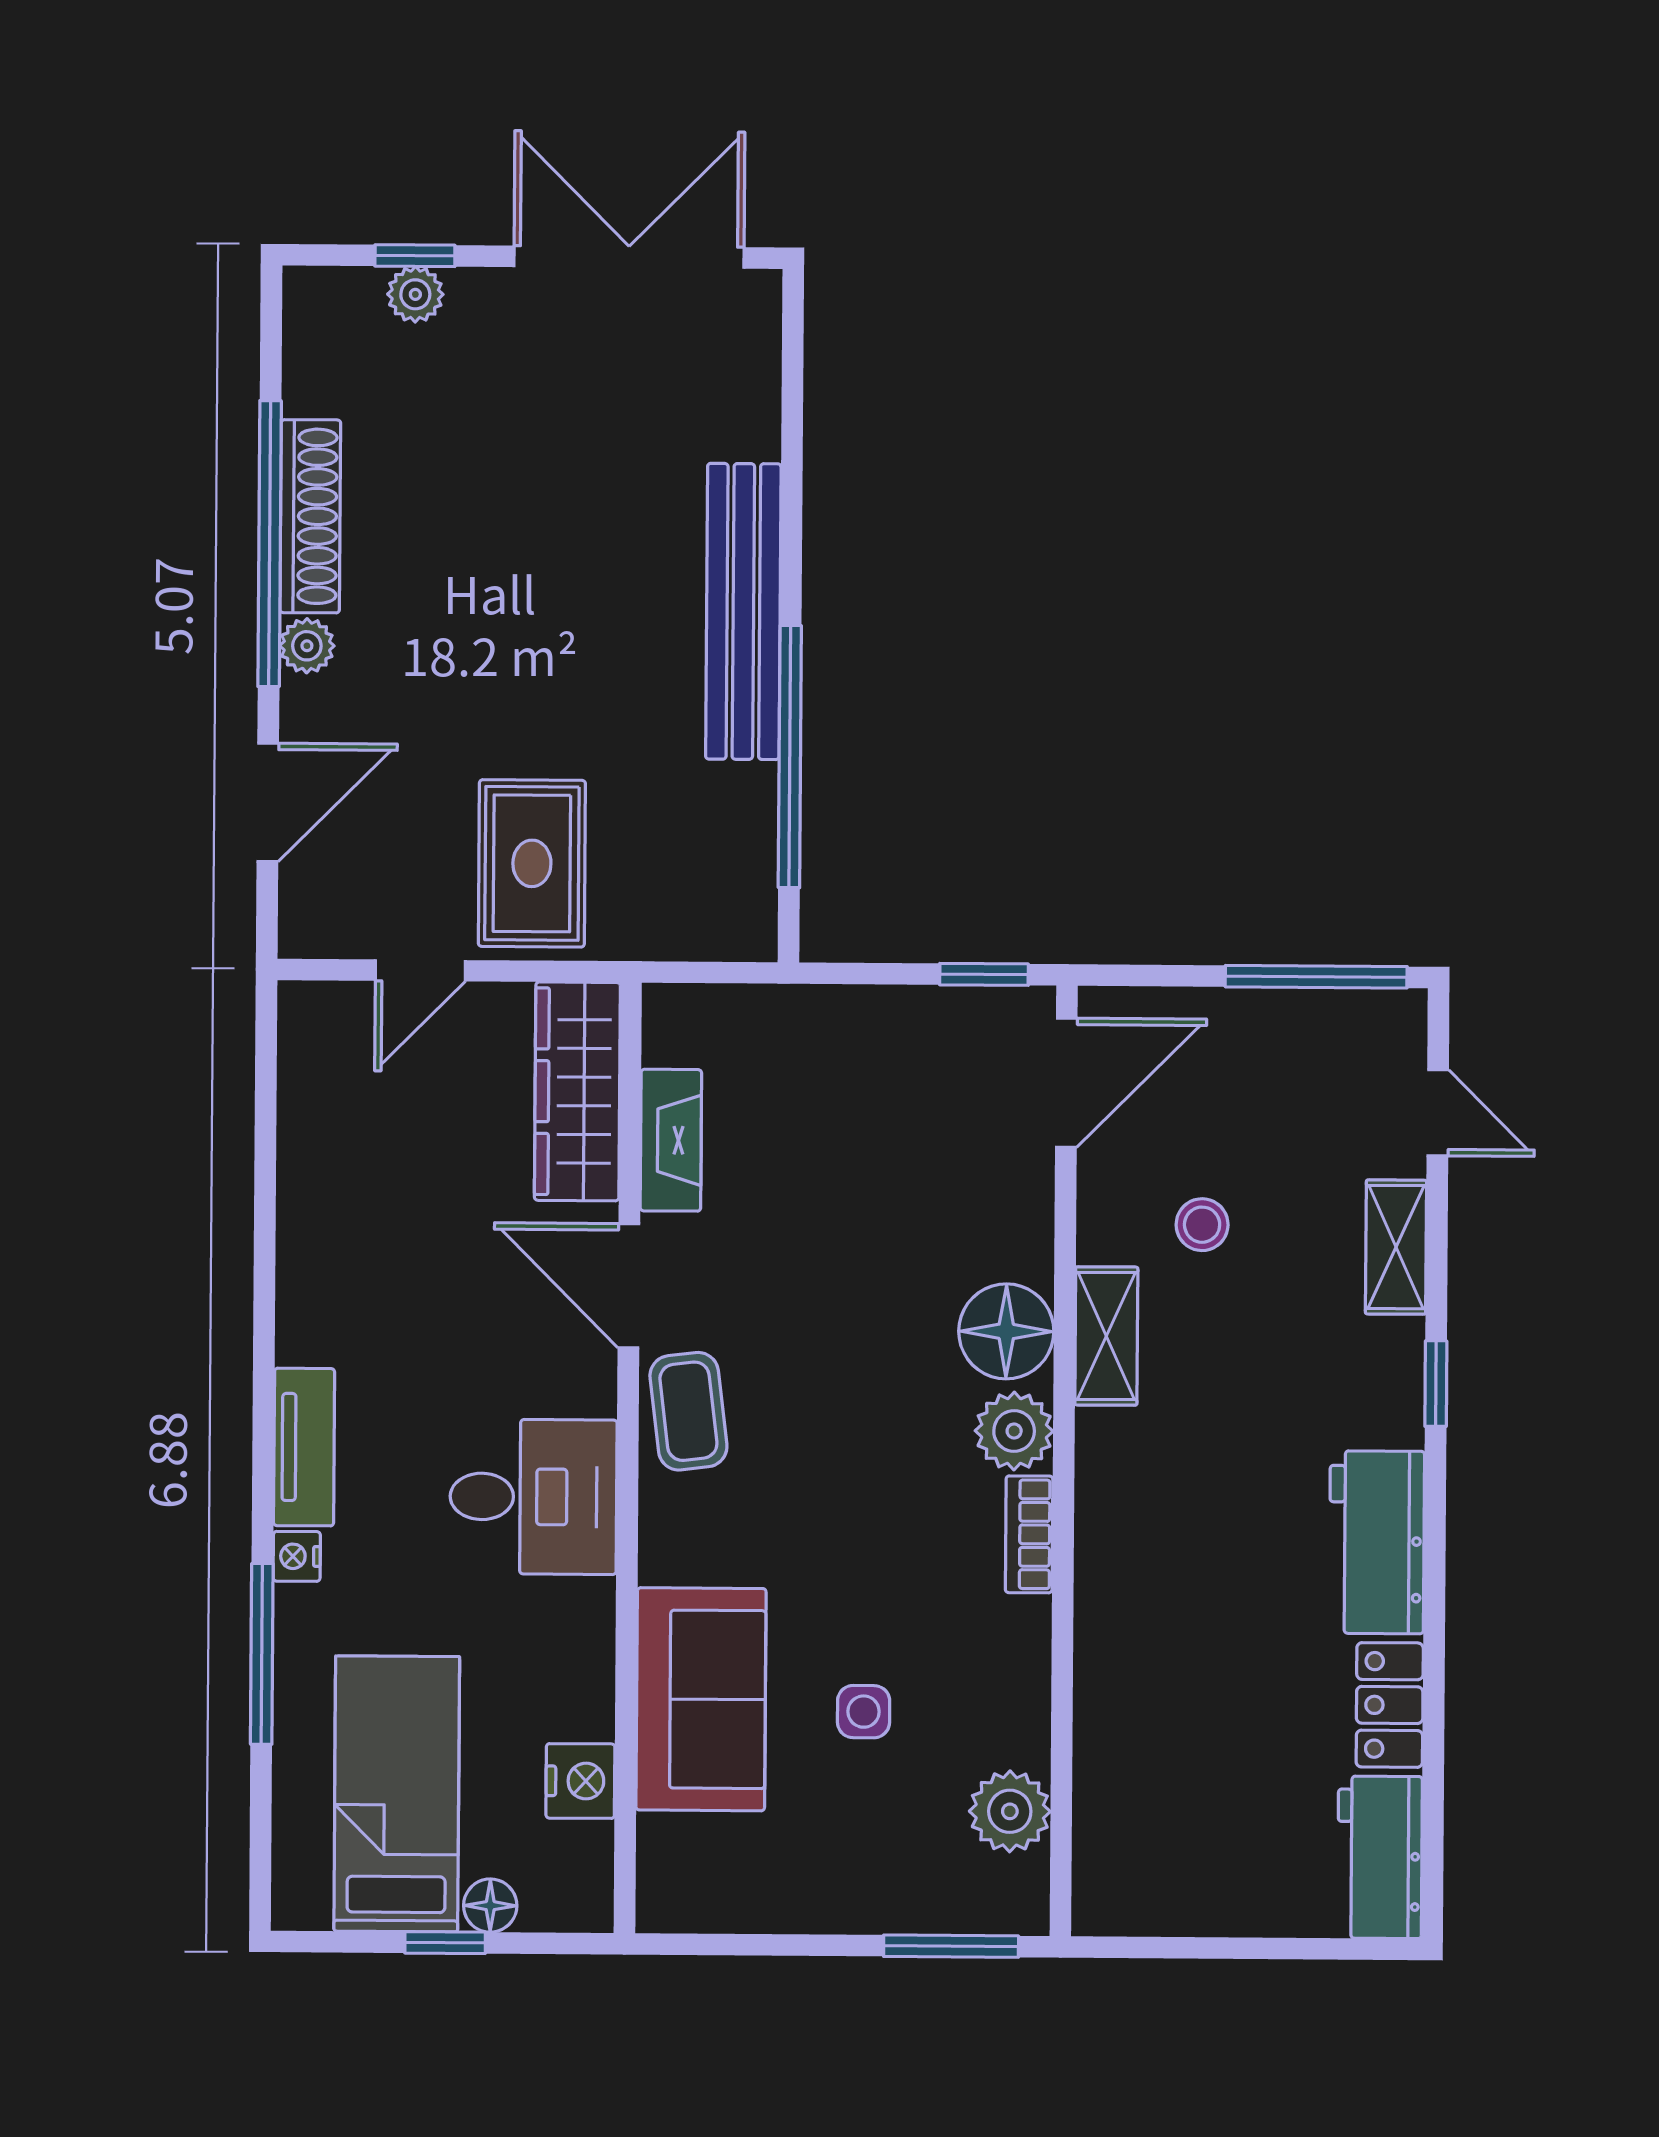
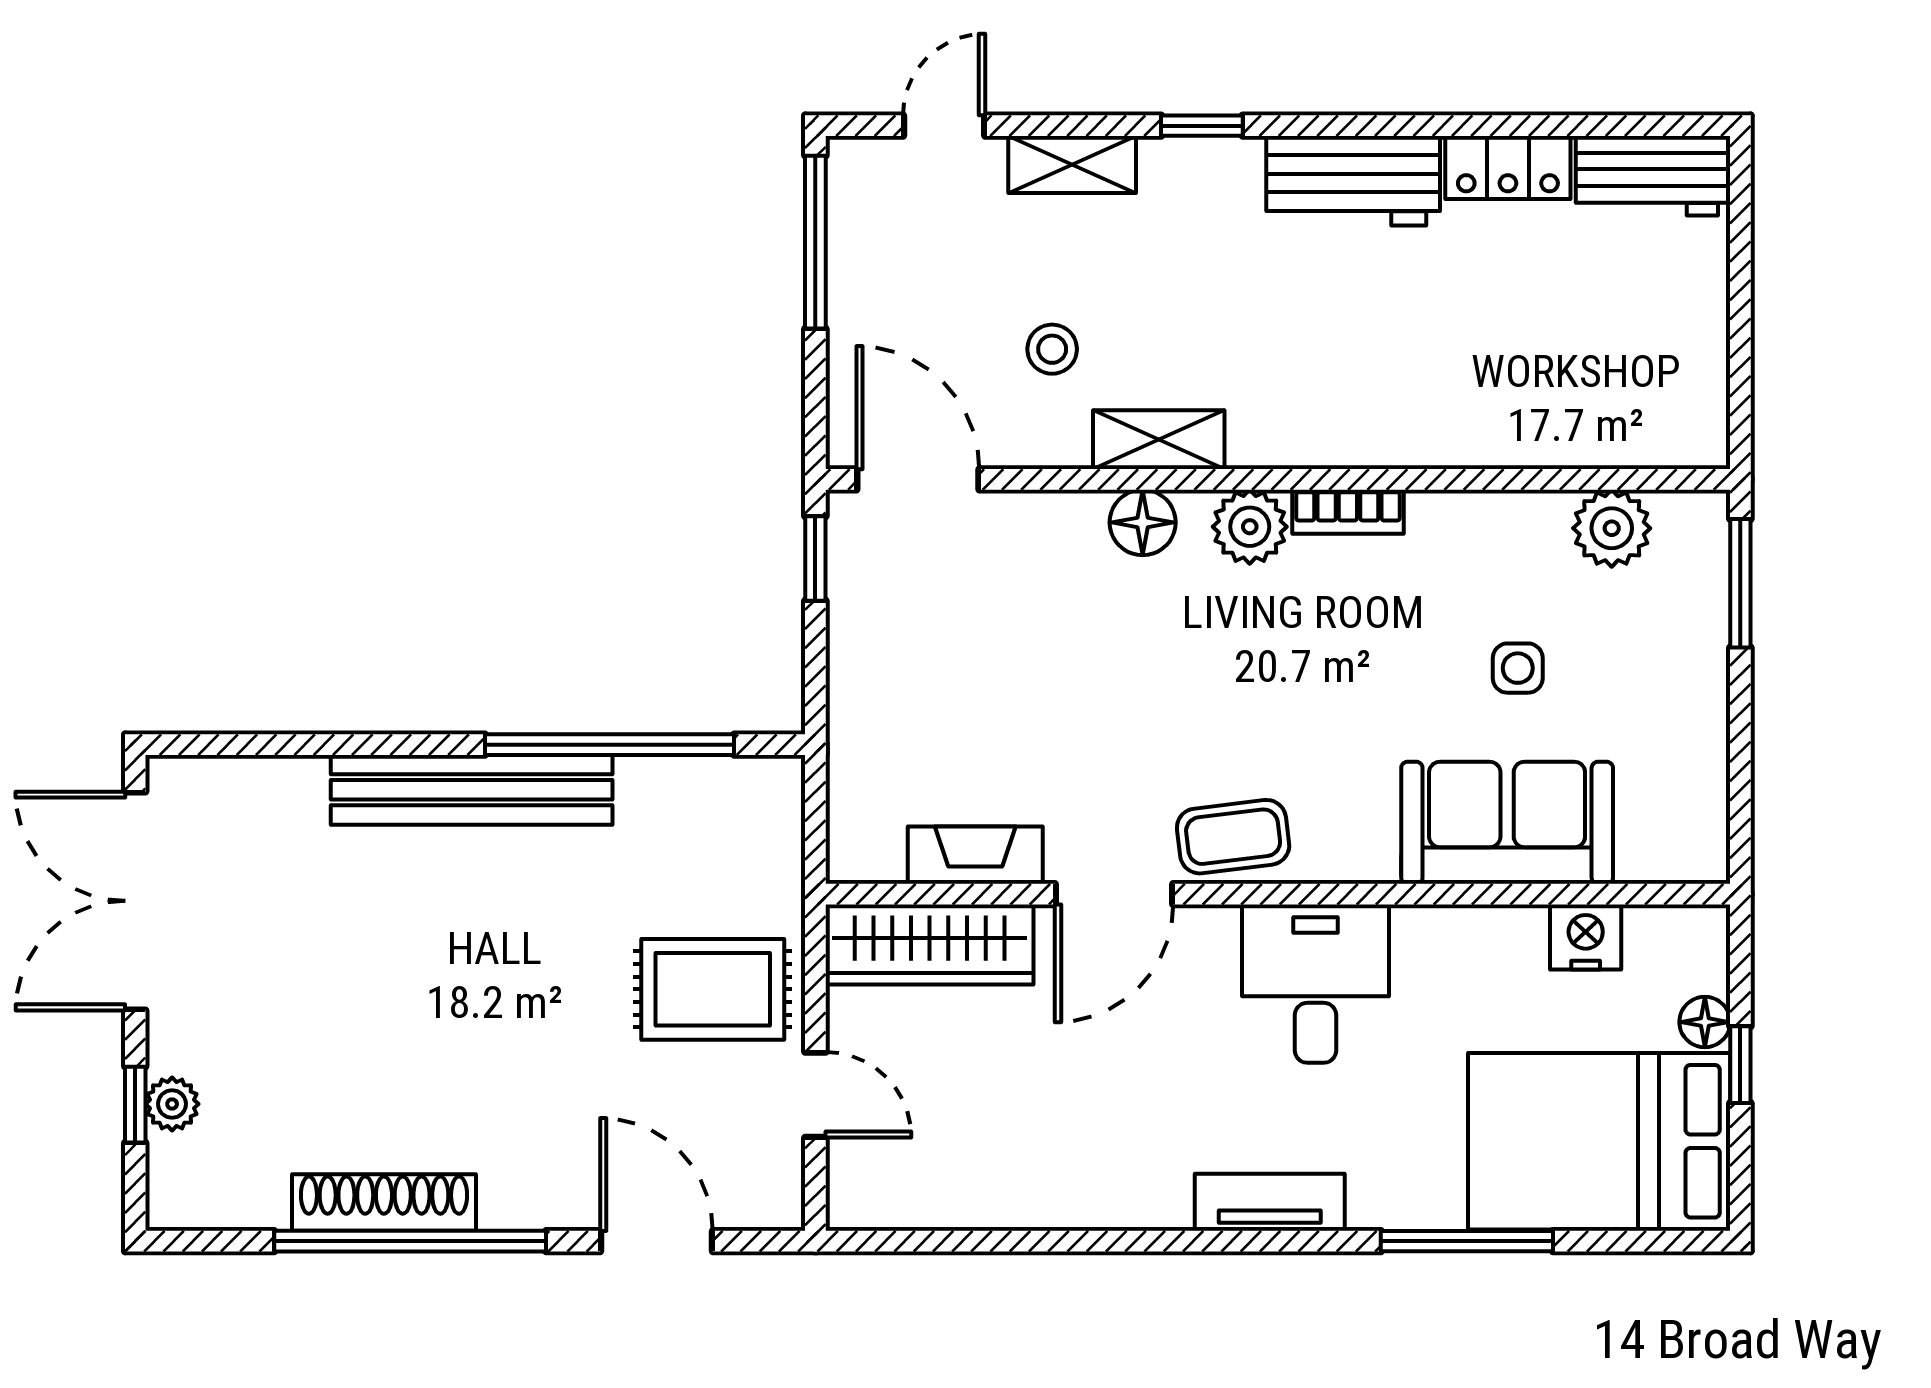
plant: (307, 646) -> (507, 1205), removed
floor lamp: (1006, 1331) -> (1143, 522), width x0.73, depth x0.73
nightstand: (297, 1556) -> (1374, 1209), removed
bed: (397, 1794) -> (1599, 1141), width x1.50

